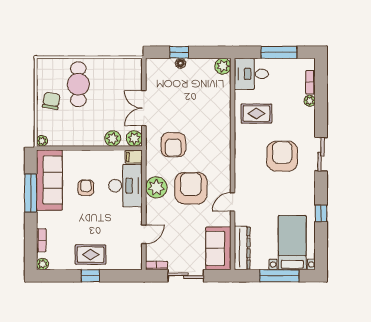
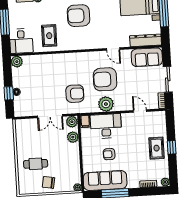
cafe table: (78, 84) -> (36, 164), width x0.73, depth x0.74

